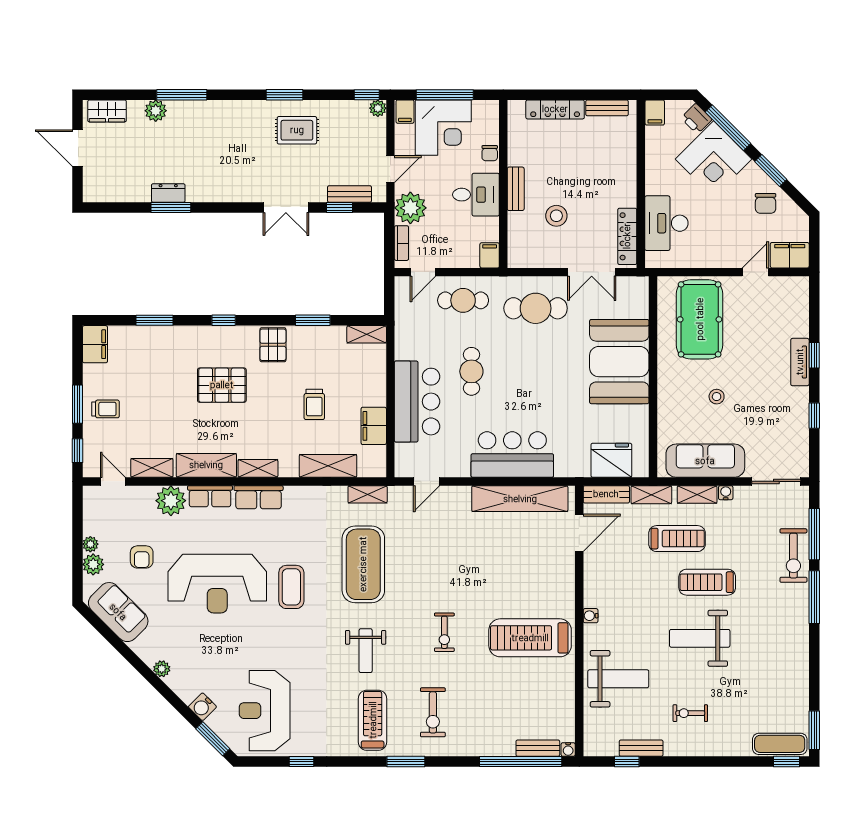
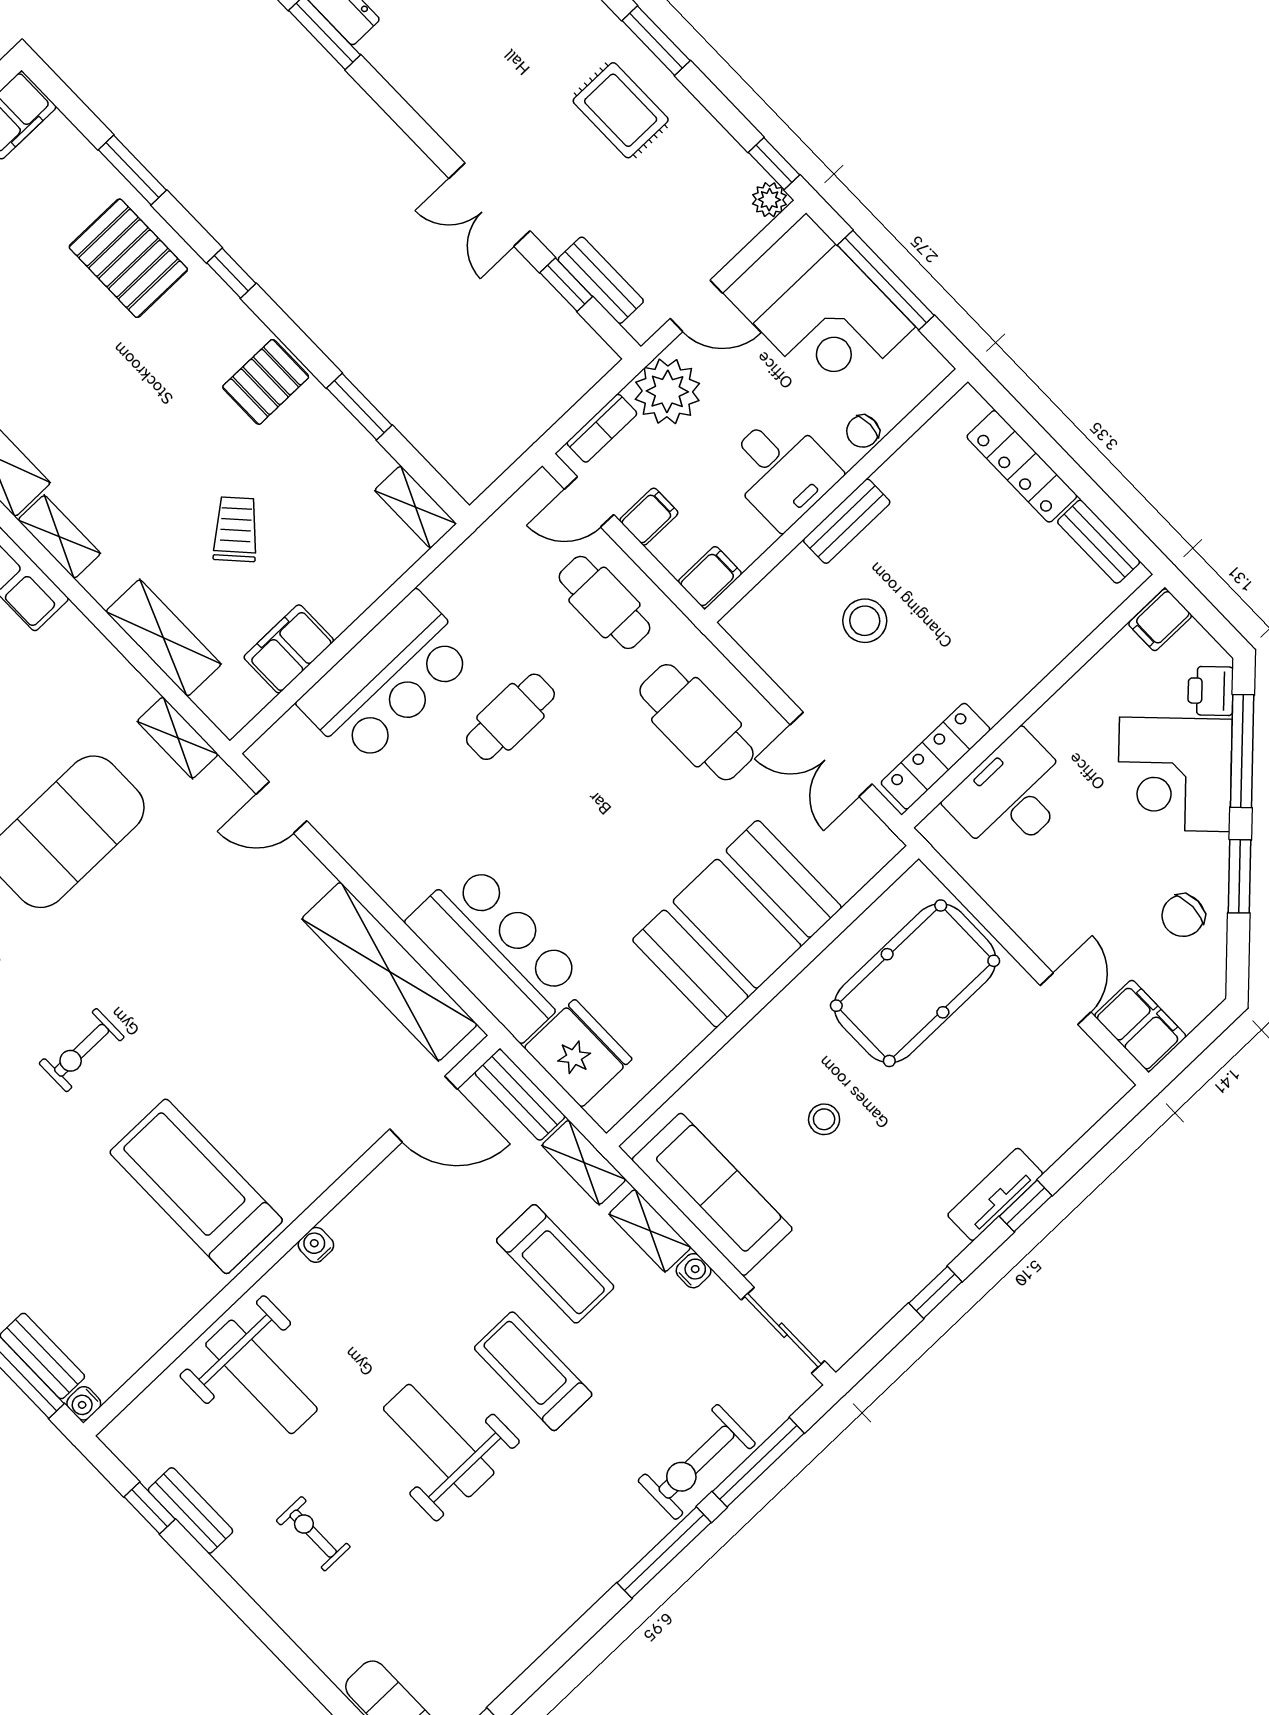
filing cabinet: (405, 112) -> (649, 517), moved, turned 180
door: (755, 272) -> (1066, 999), hinge flipped
pallet: (222, 385) -> (128, 258), moved
trolley: (314, 404) -> (236, 529), turned 137
bar counter: (512, 454) -> (496, 951), moved

